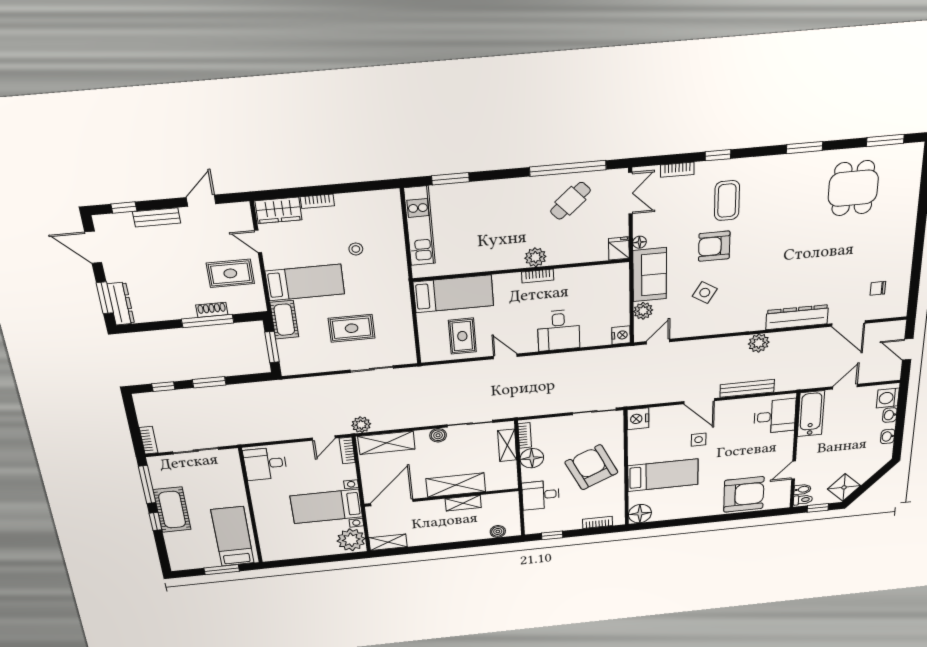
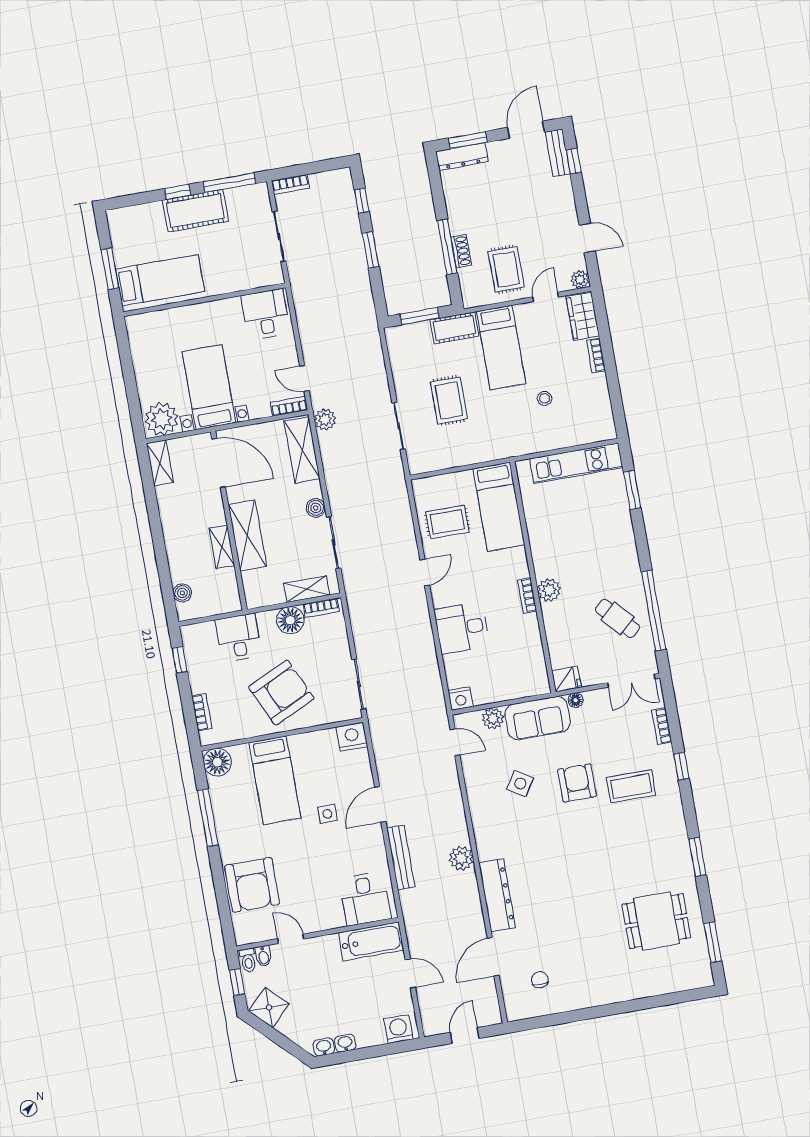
plant: (242, 210) -> (580, 279), added
bench: (157, 217) -> (558, 153), moved
washbasin: (890, 415) -> (324, 1047), moved
window: (683, 522) -> (208, 817), added

